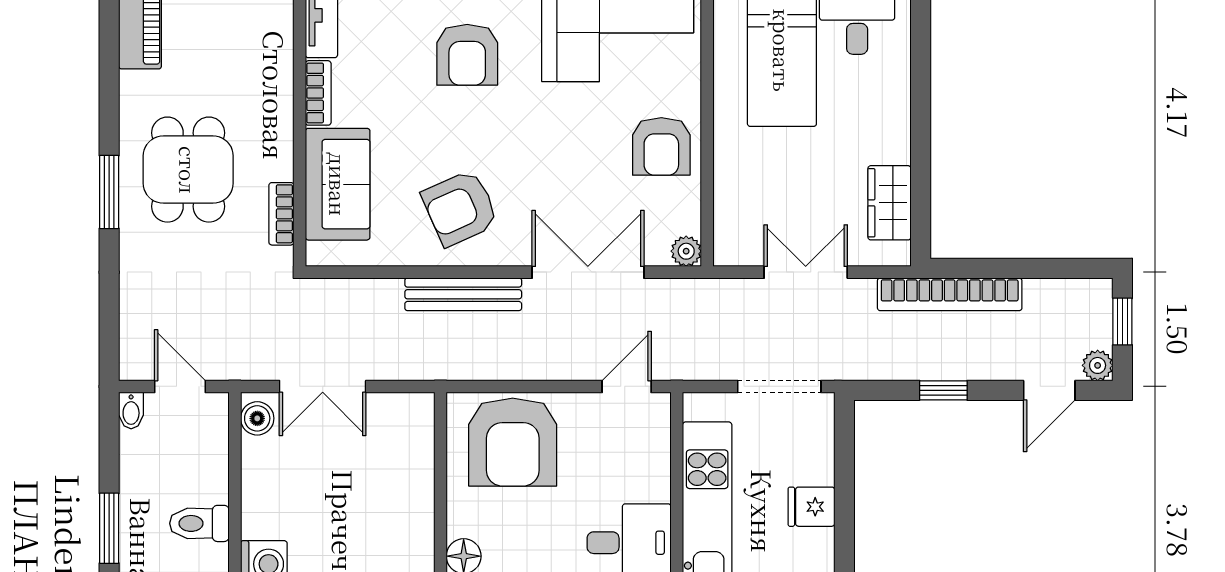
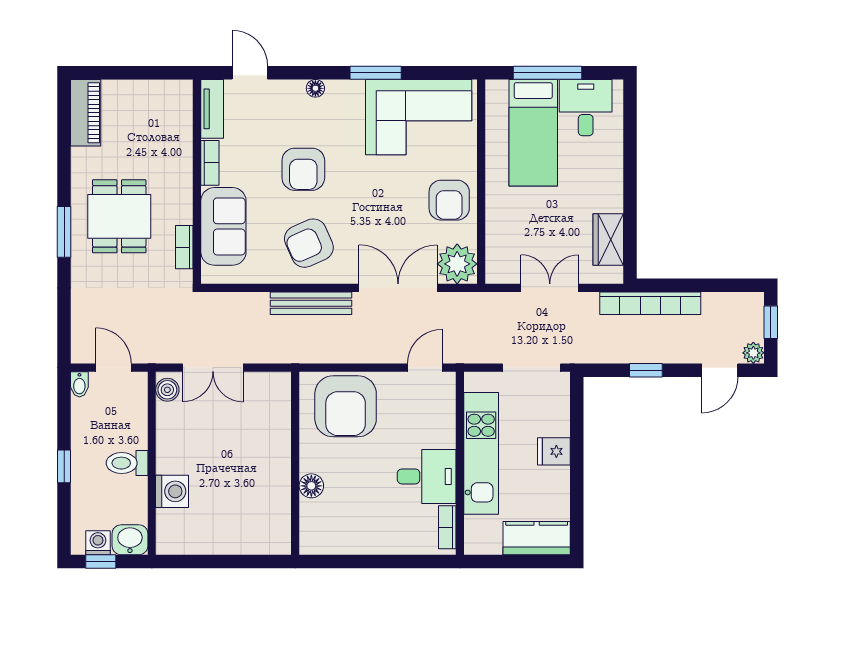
armchair: (467, 55) -> (303, 169), moved
plant: (686, 251) -> (457, 264), width x1.88, depth x1.88
window: (109, 528) -> (64, 466), width x0.67

